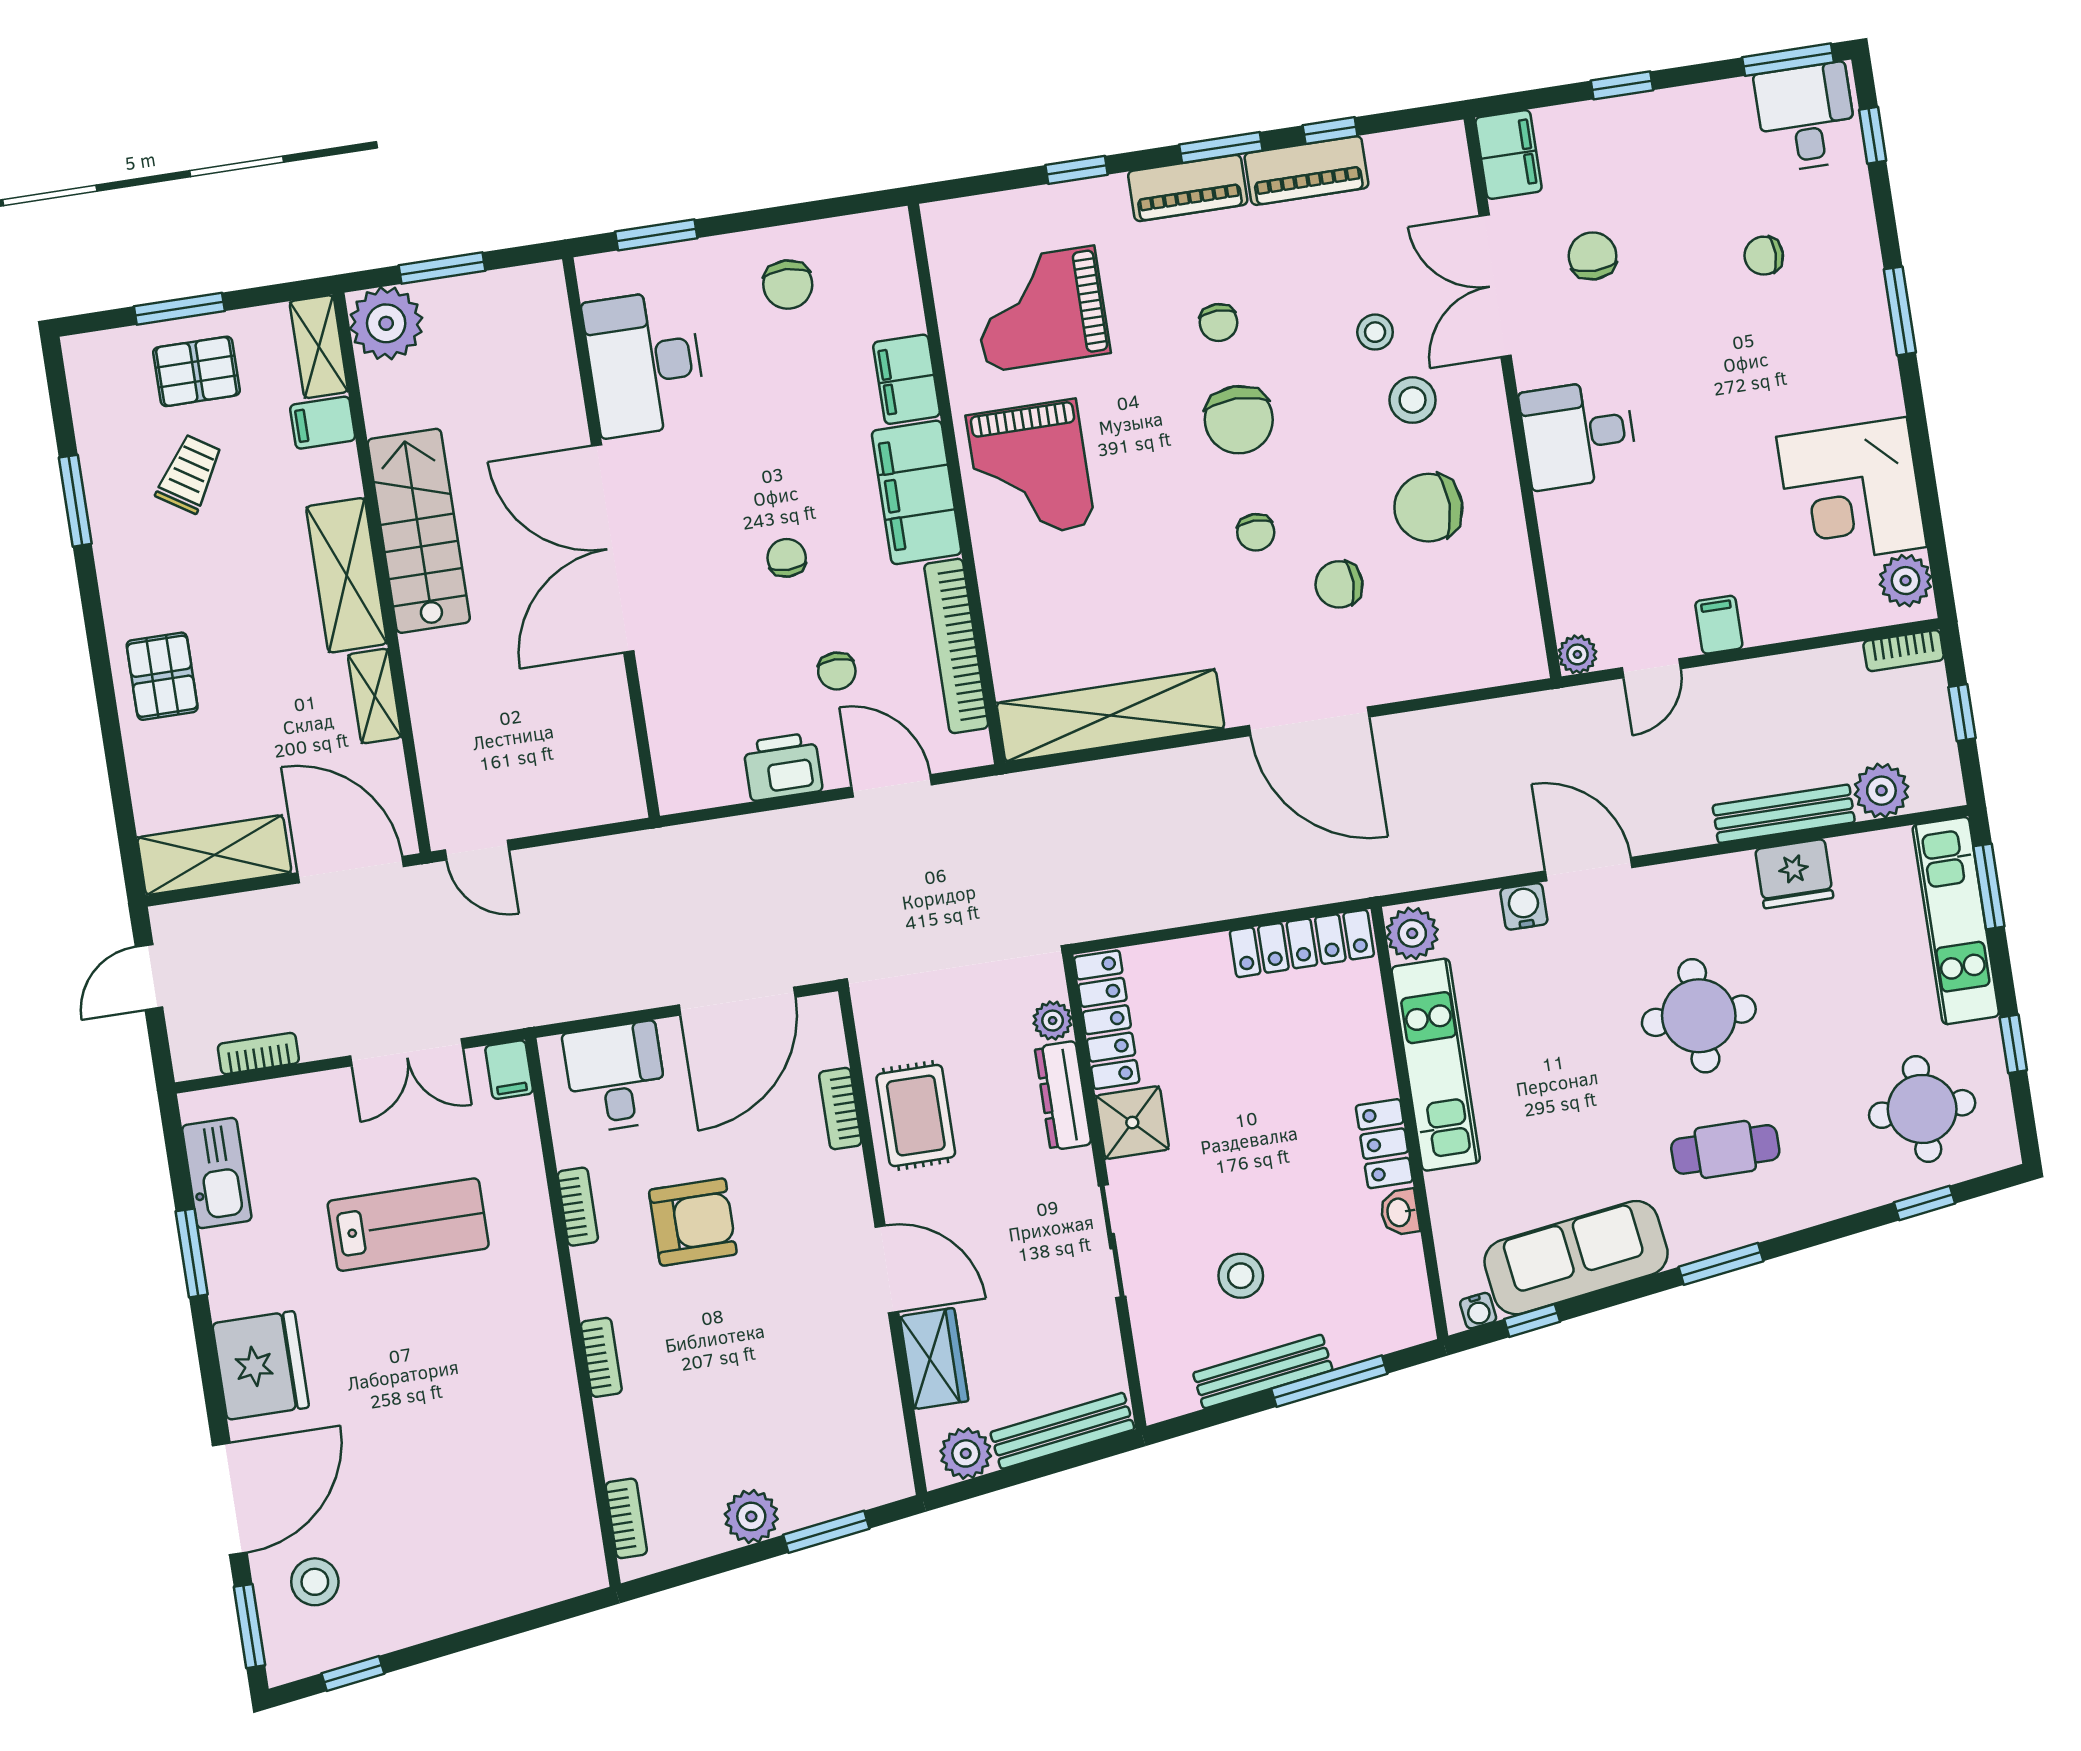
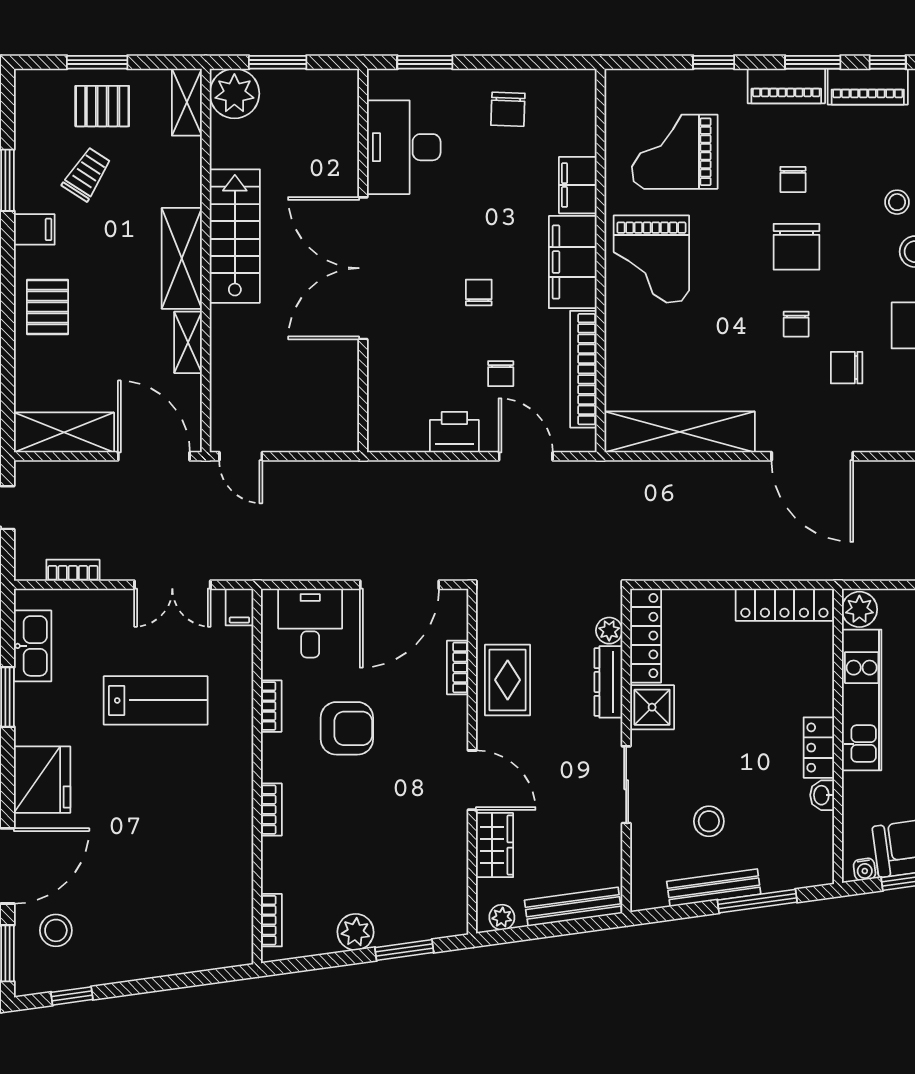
filing cabinet: (323, 423) -> (34, 229), moved, turned 180
plant: (966, 1453) -> (502, 917), width x0.73, depth x0.73

